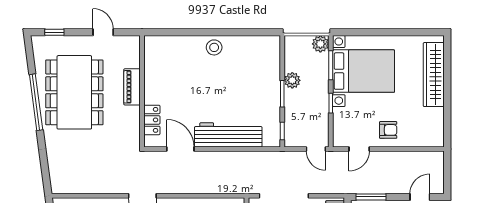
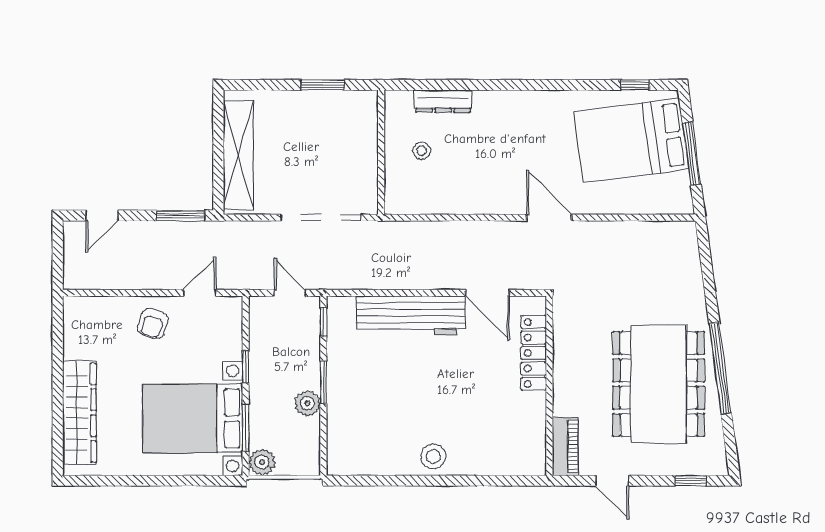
piano: (132, 87) -> (566, 446), moved
locker: (152, 120) -> (534, 353), width x1.53
armchair: (388, 130) -> (153, 324), turned -71
door: (316, 149) -> (290, 293), moved

